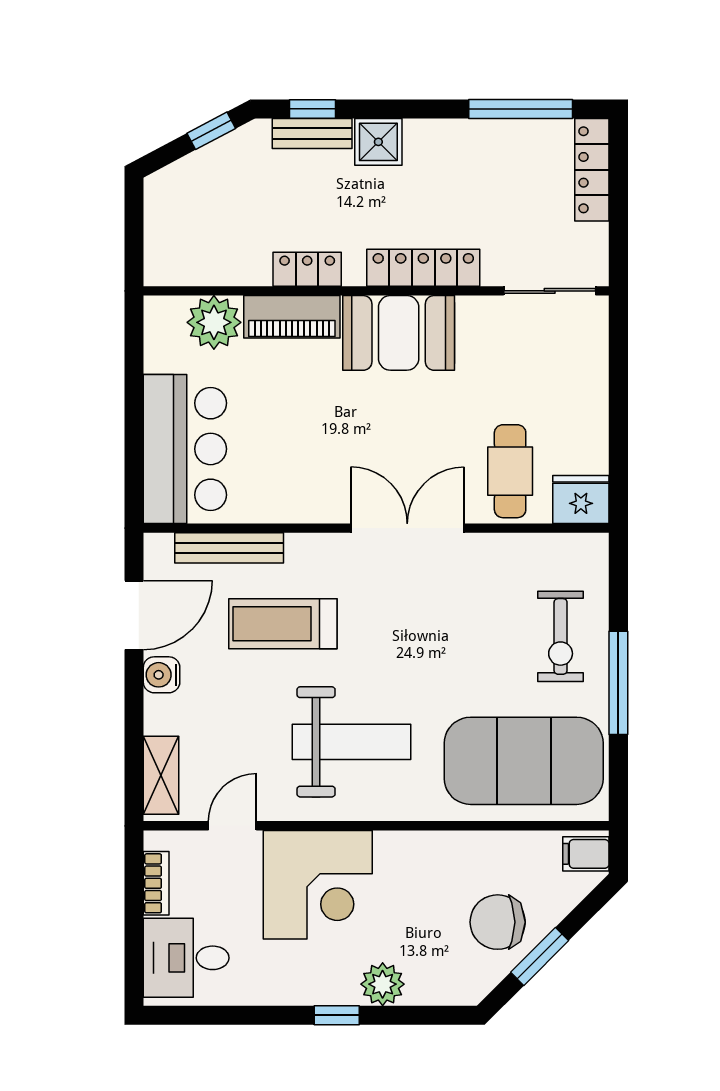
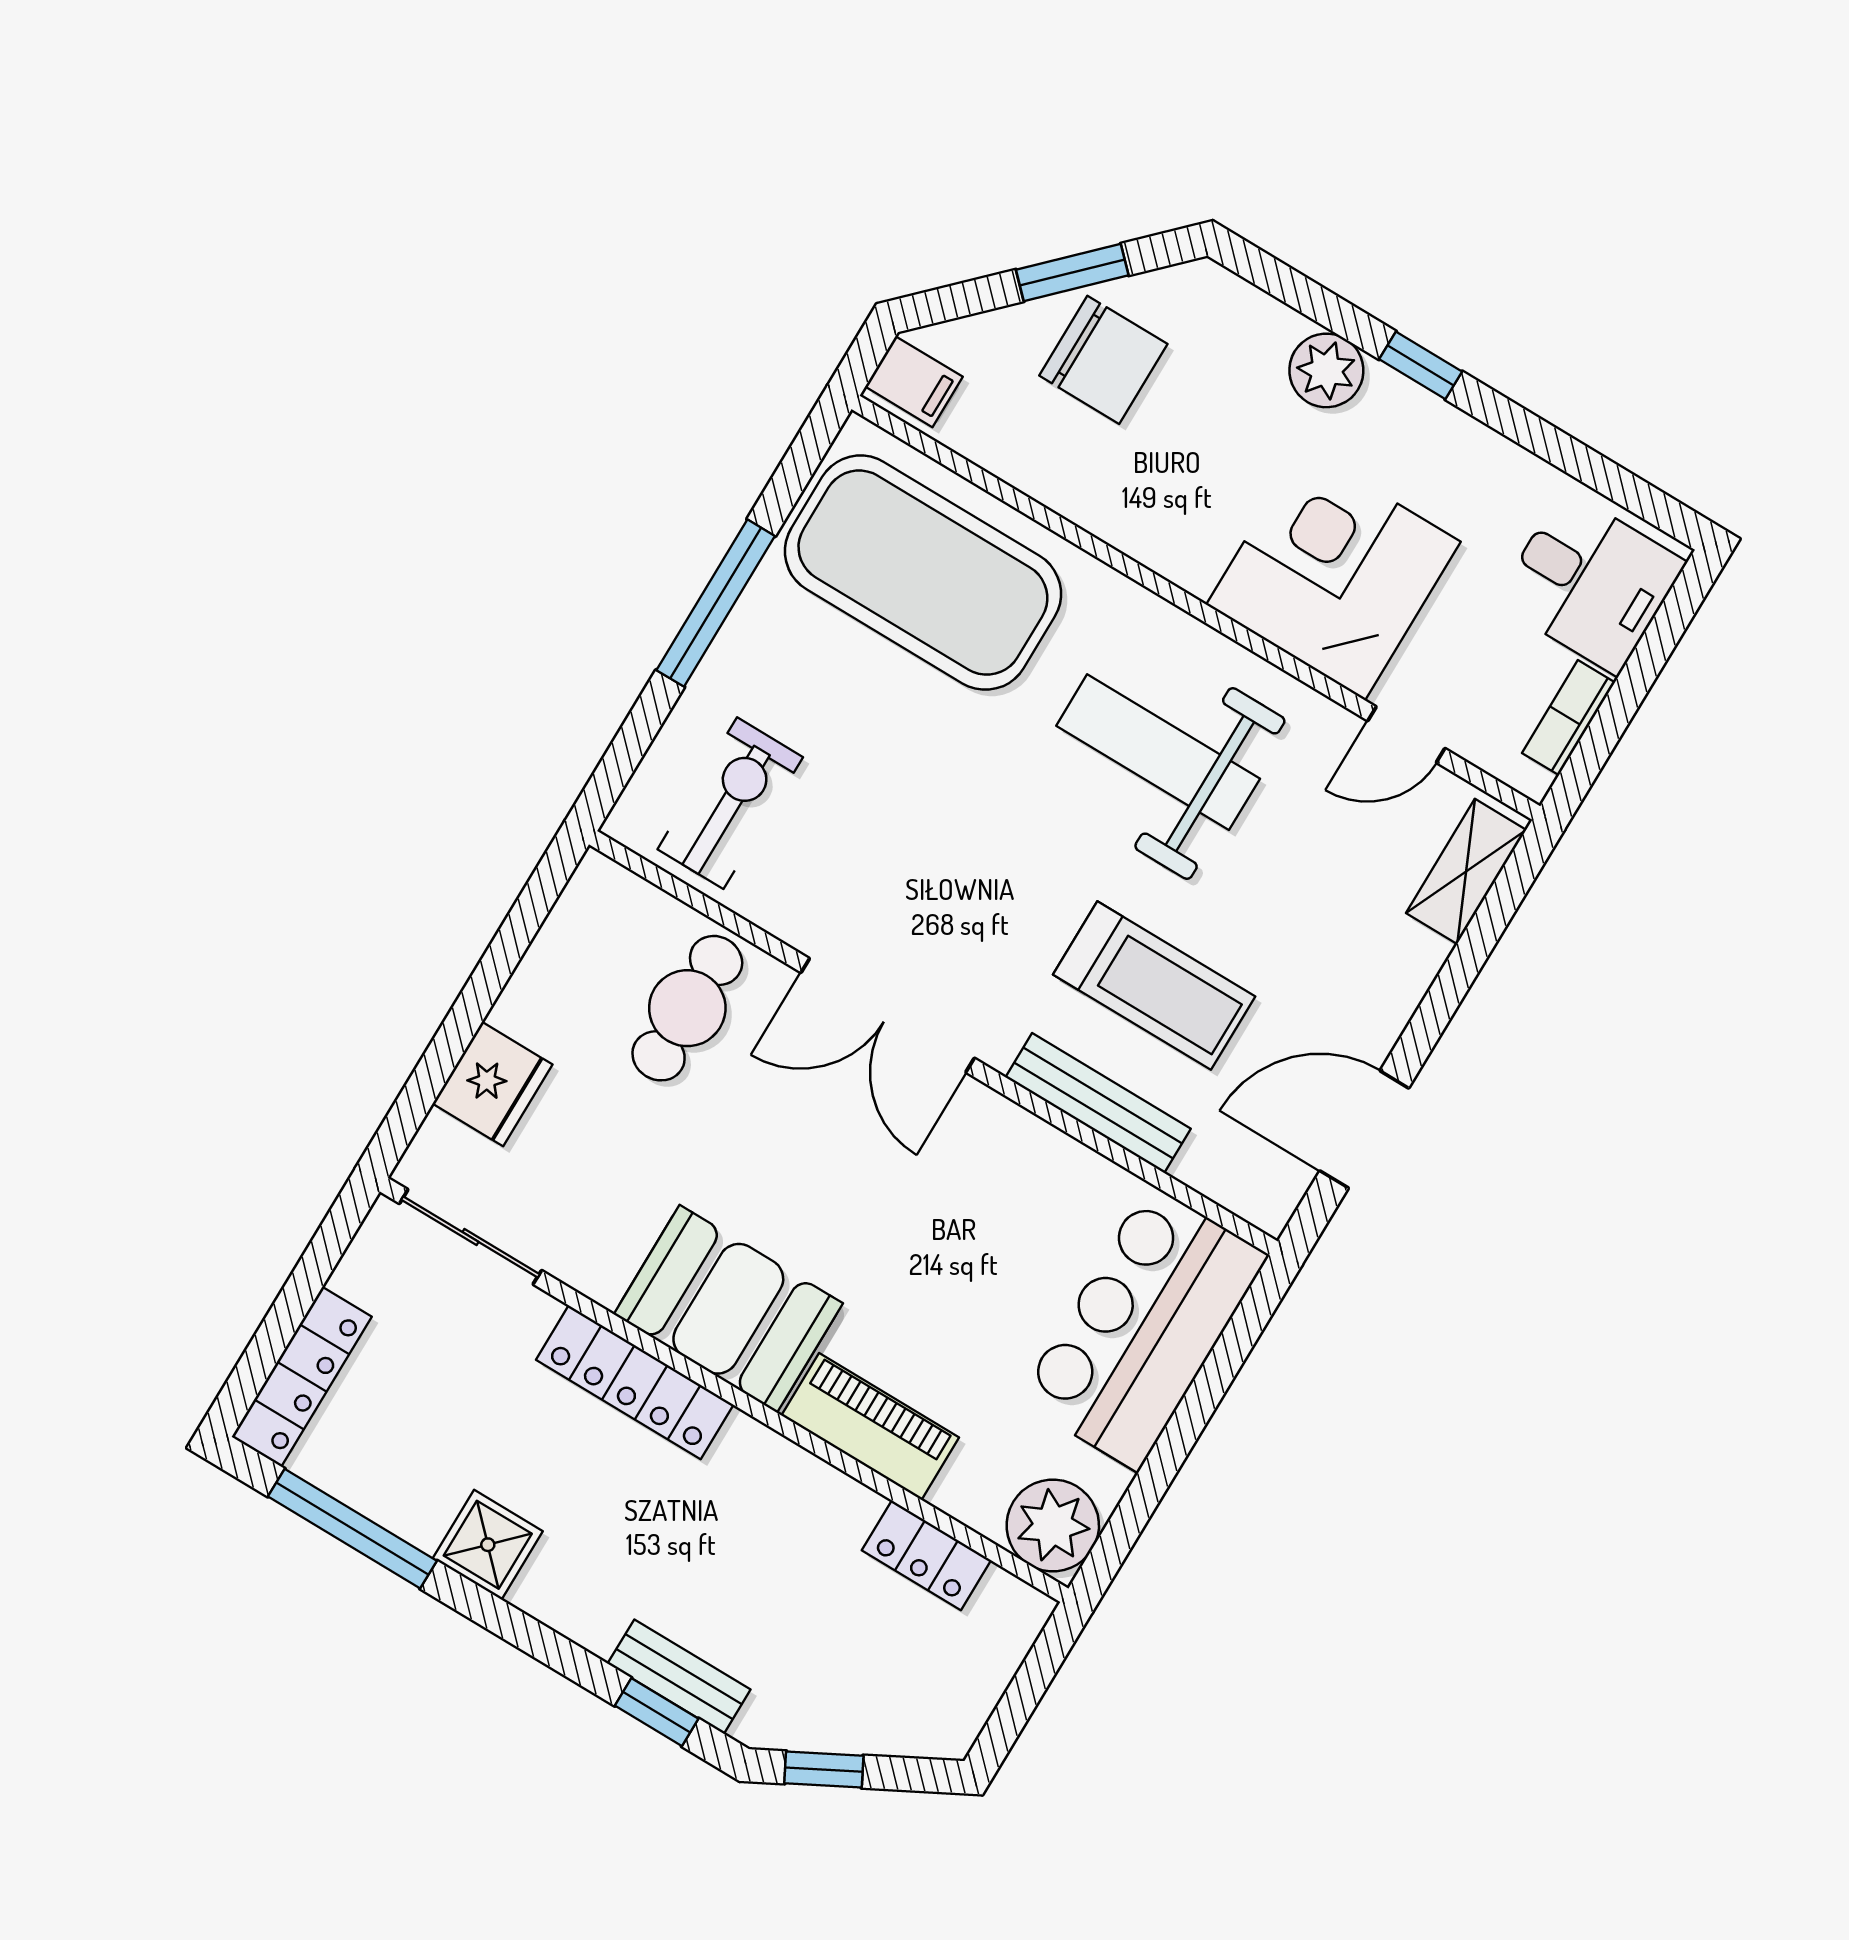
shower: (378, 142) -> (488, 1545), moved
locker: (307, 269) -> (926, 1555), moved
plant: (214, 322) -> (1053, 1526), moved
fridge: (581, 500) -> (492, 1084), moved, turned -90
bench: (229, 548) -> (1098, 1103), moved
exercise bike: (561, 636) -> (730, 803), moved
water cooler: (162, 675) -> (1377, 1018), removed

